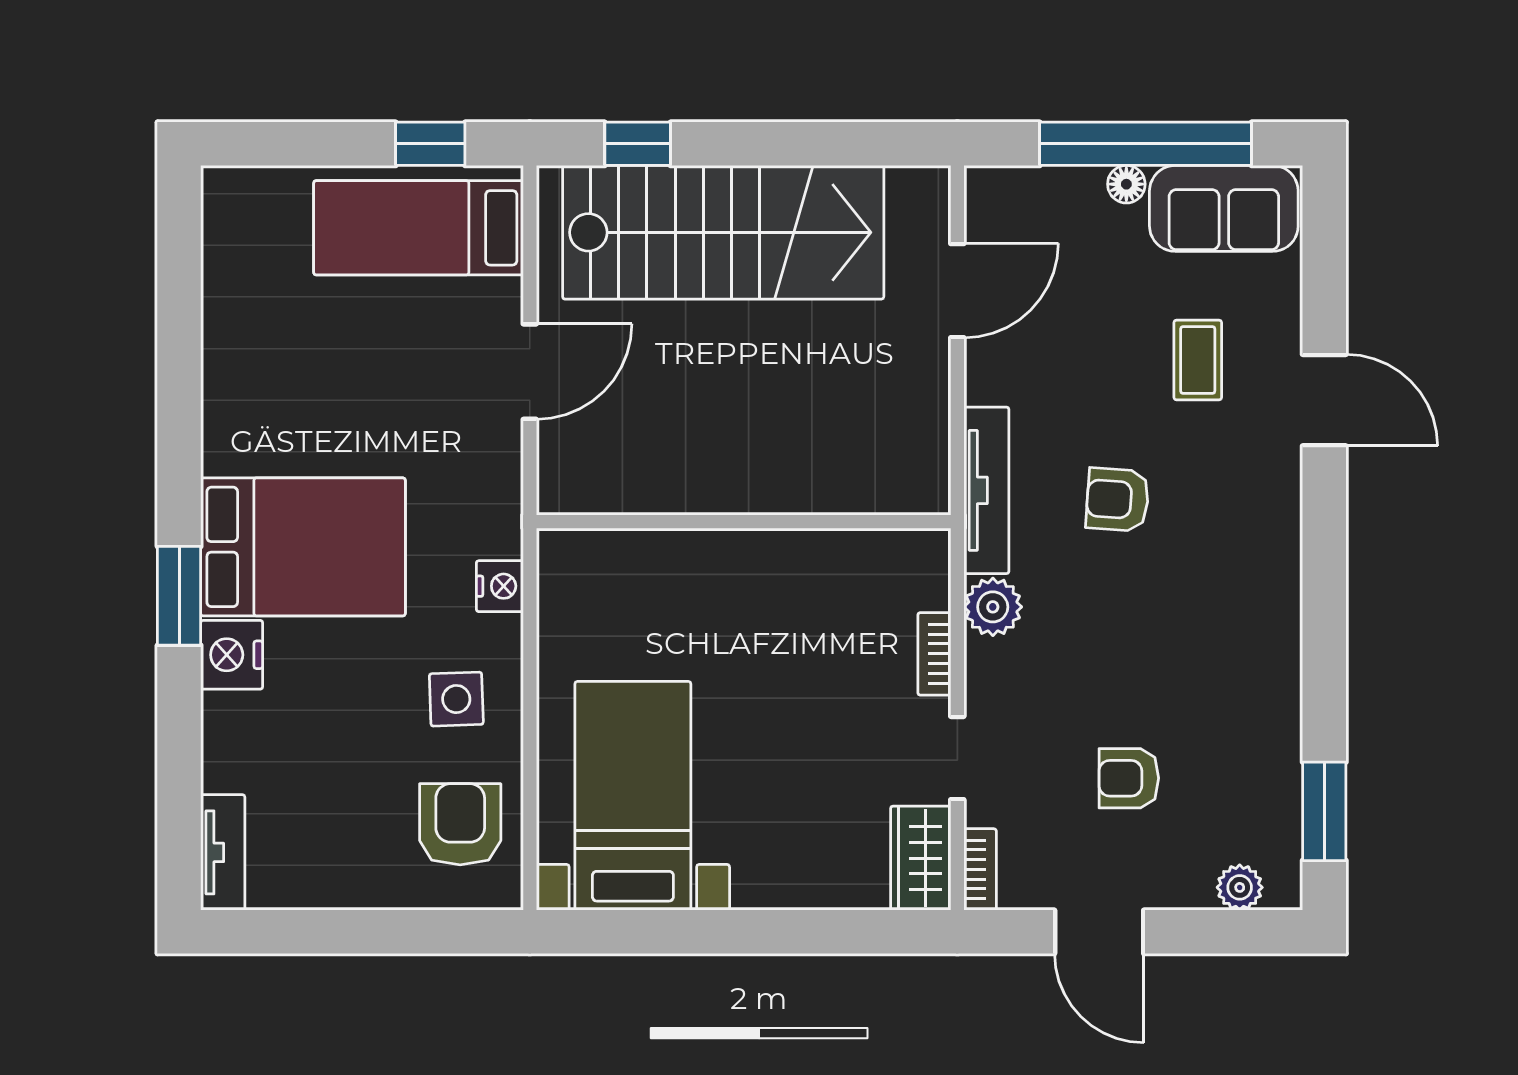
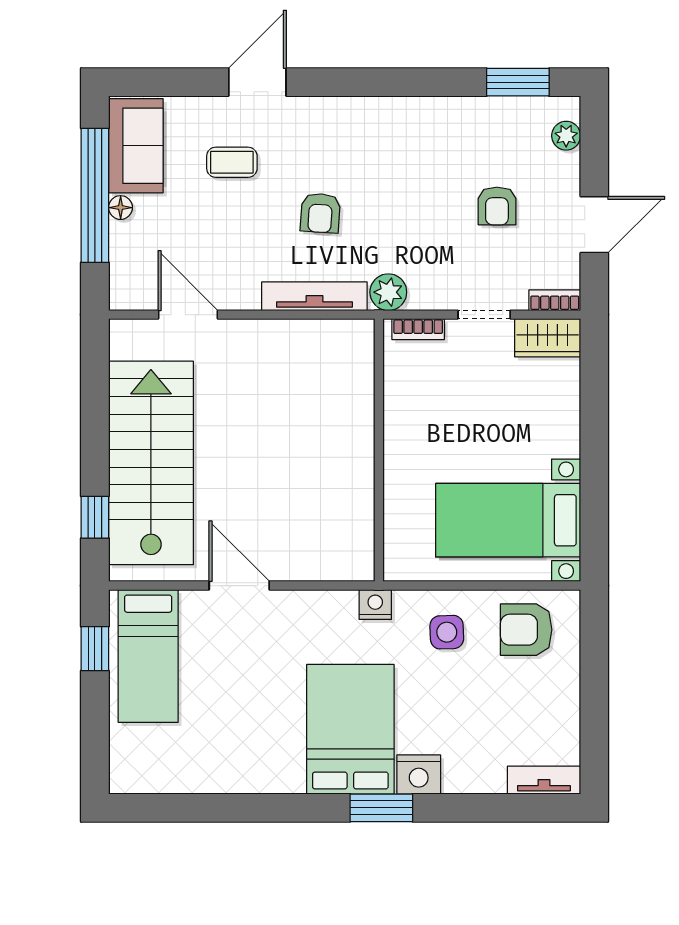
wall: (744, 522) -> (379, 450), moved

